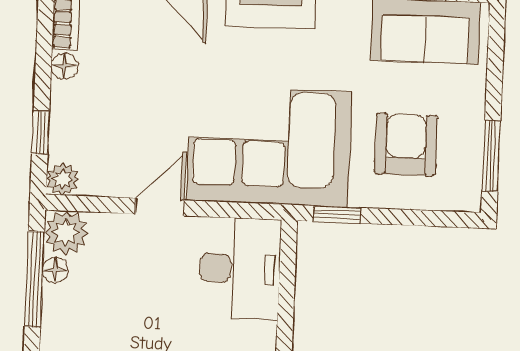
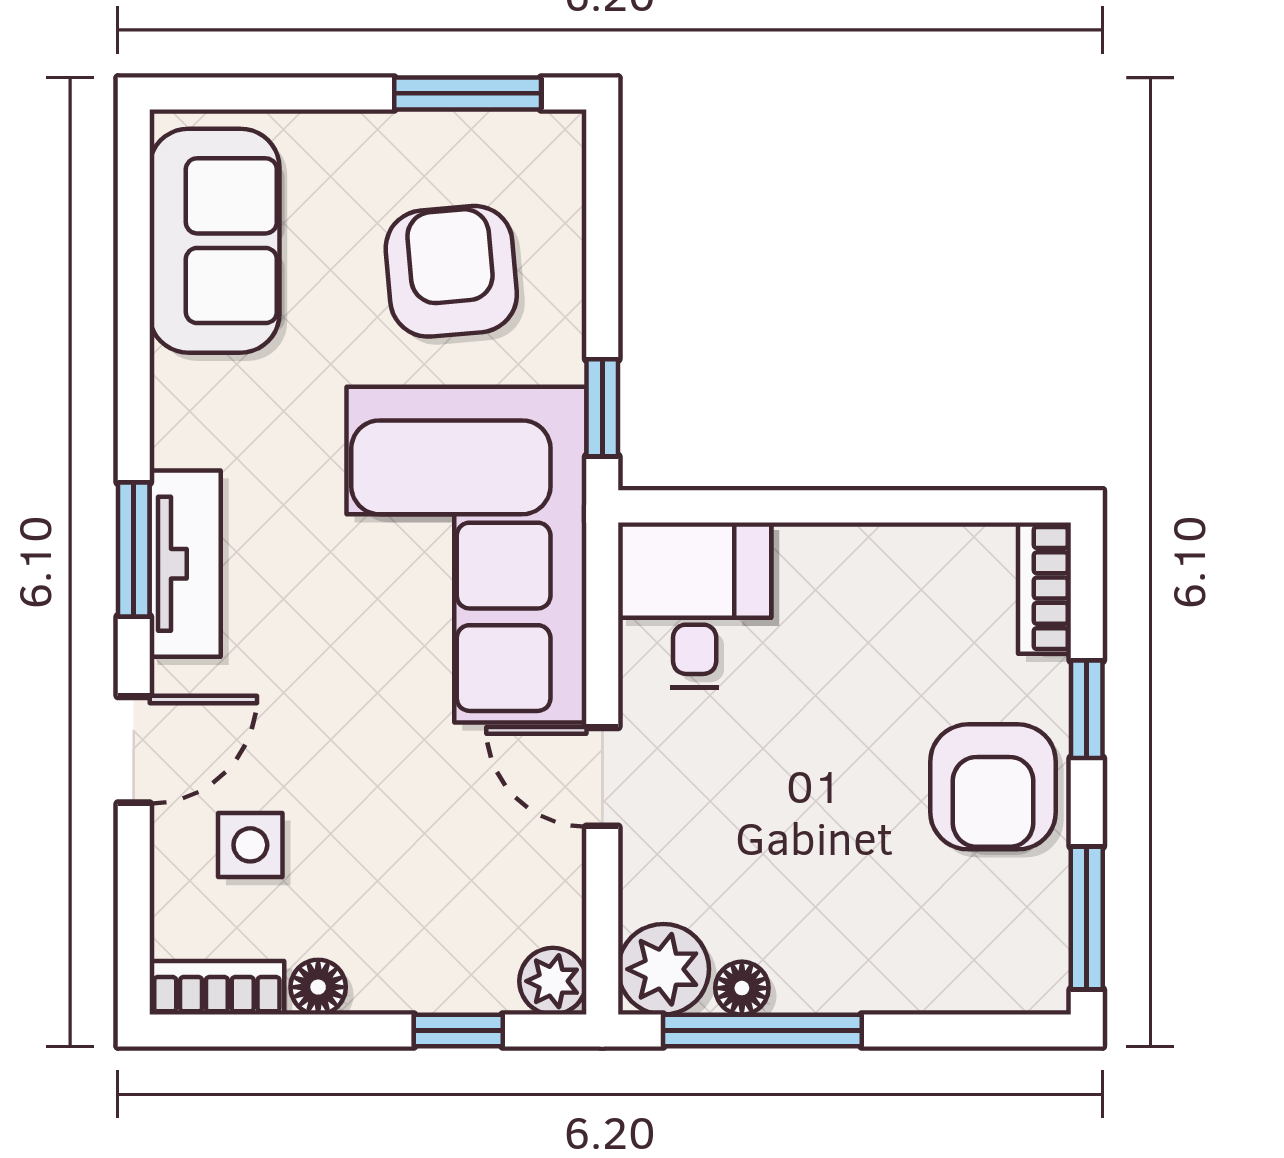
side table: (134, 36) -> (250, 845), added
armchair: (406, 145) -> (451, 271), turned 85
desk: (240, 269) -> (695, 605), width x0.73

